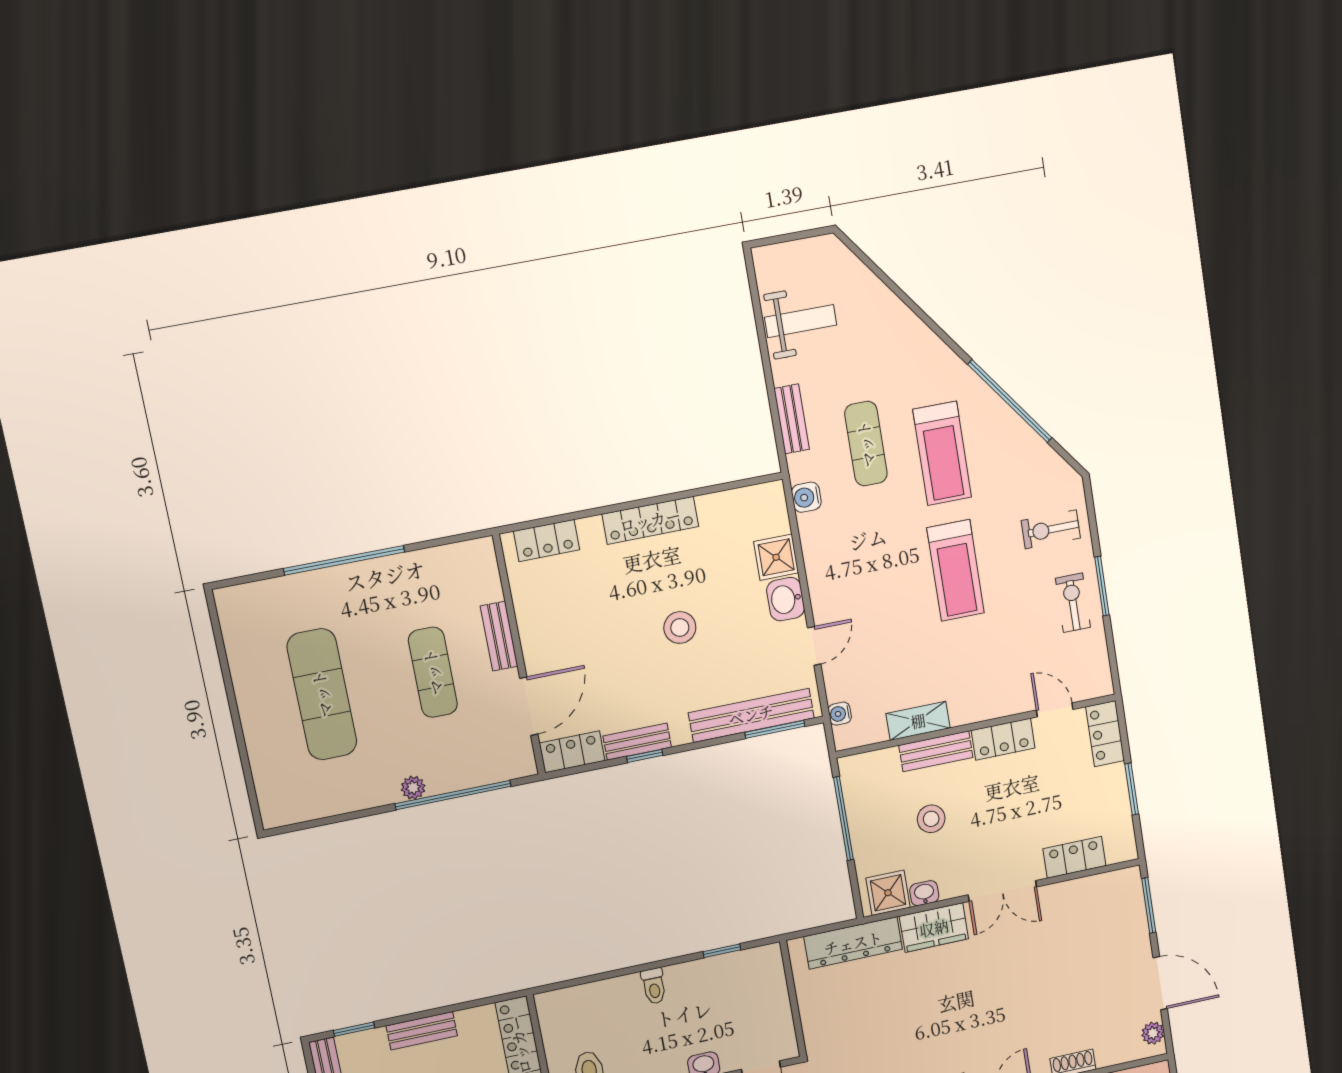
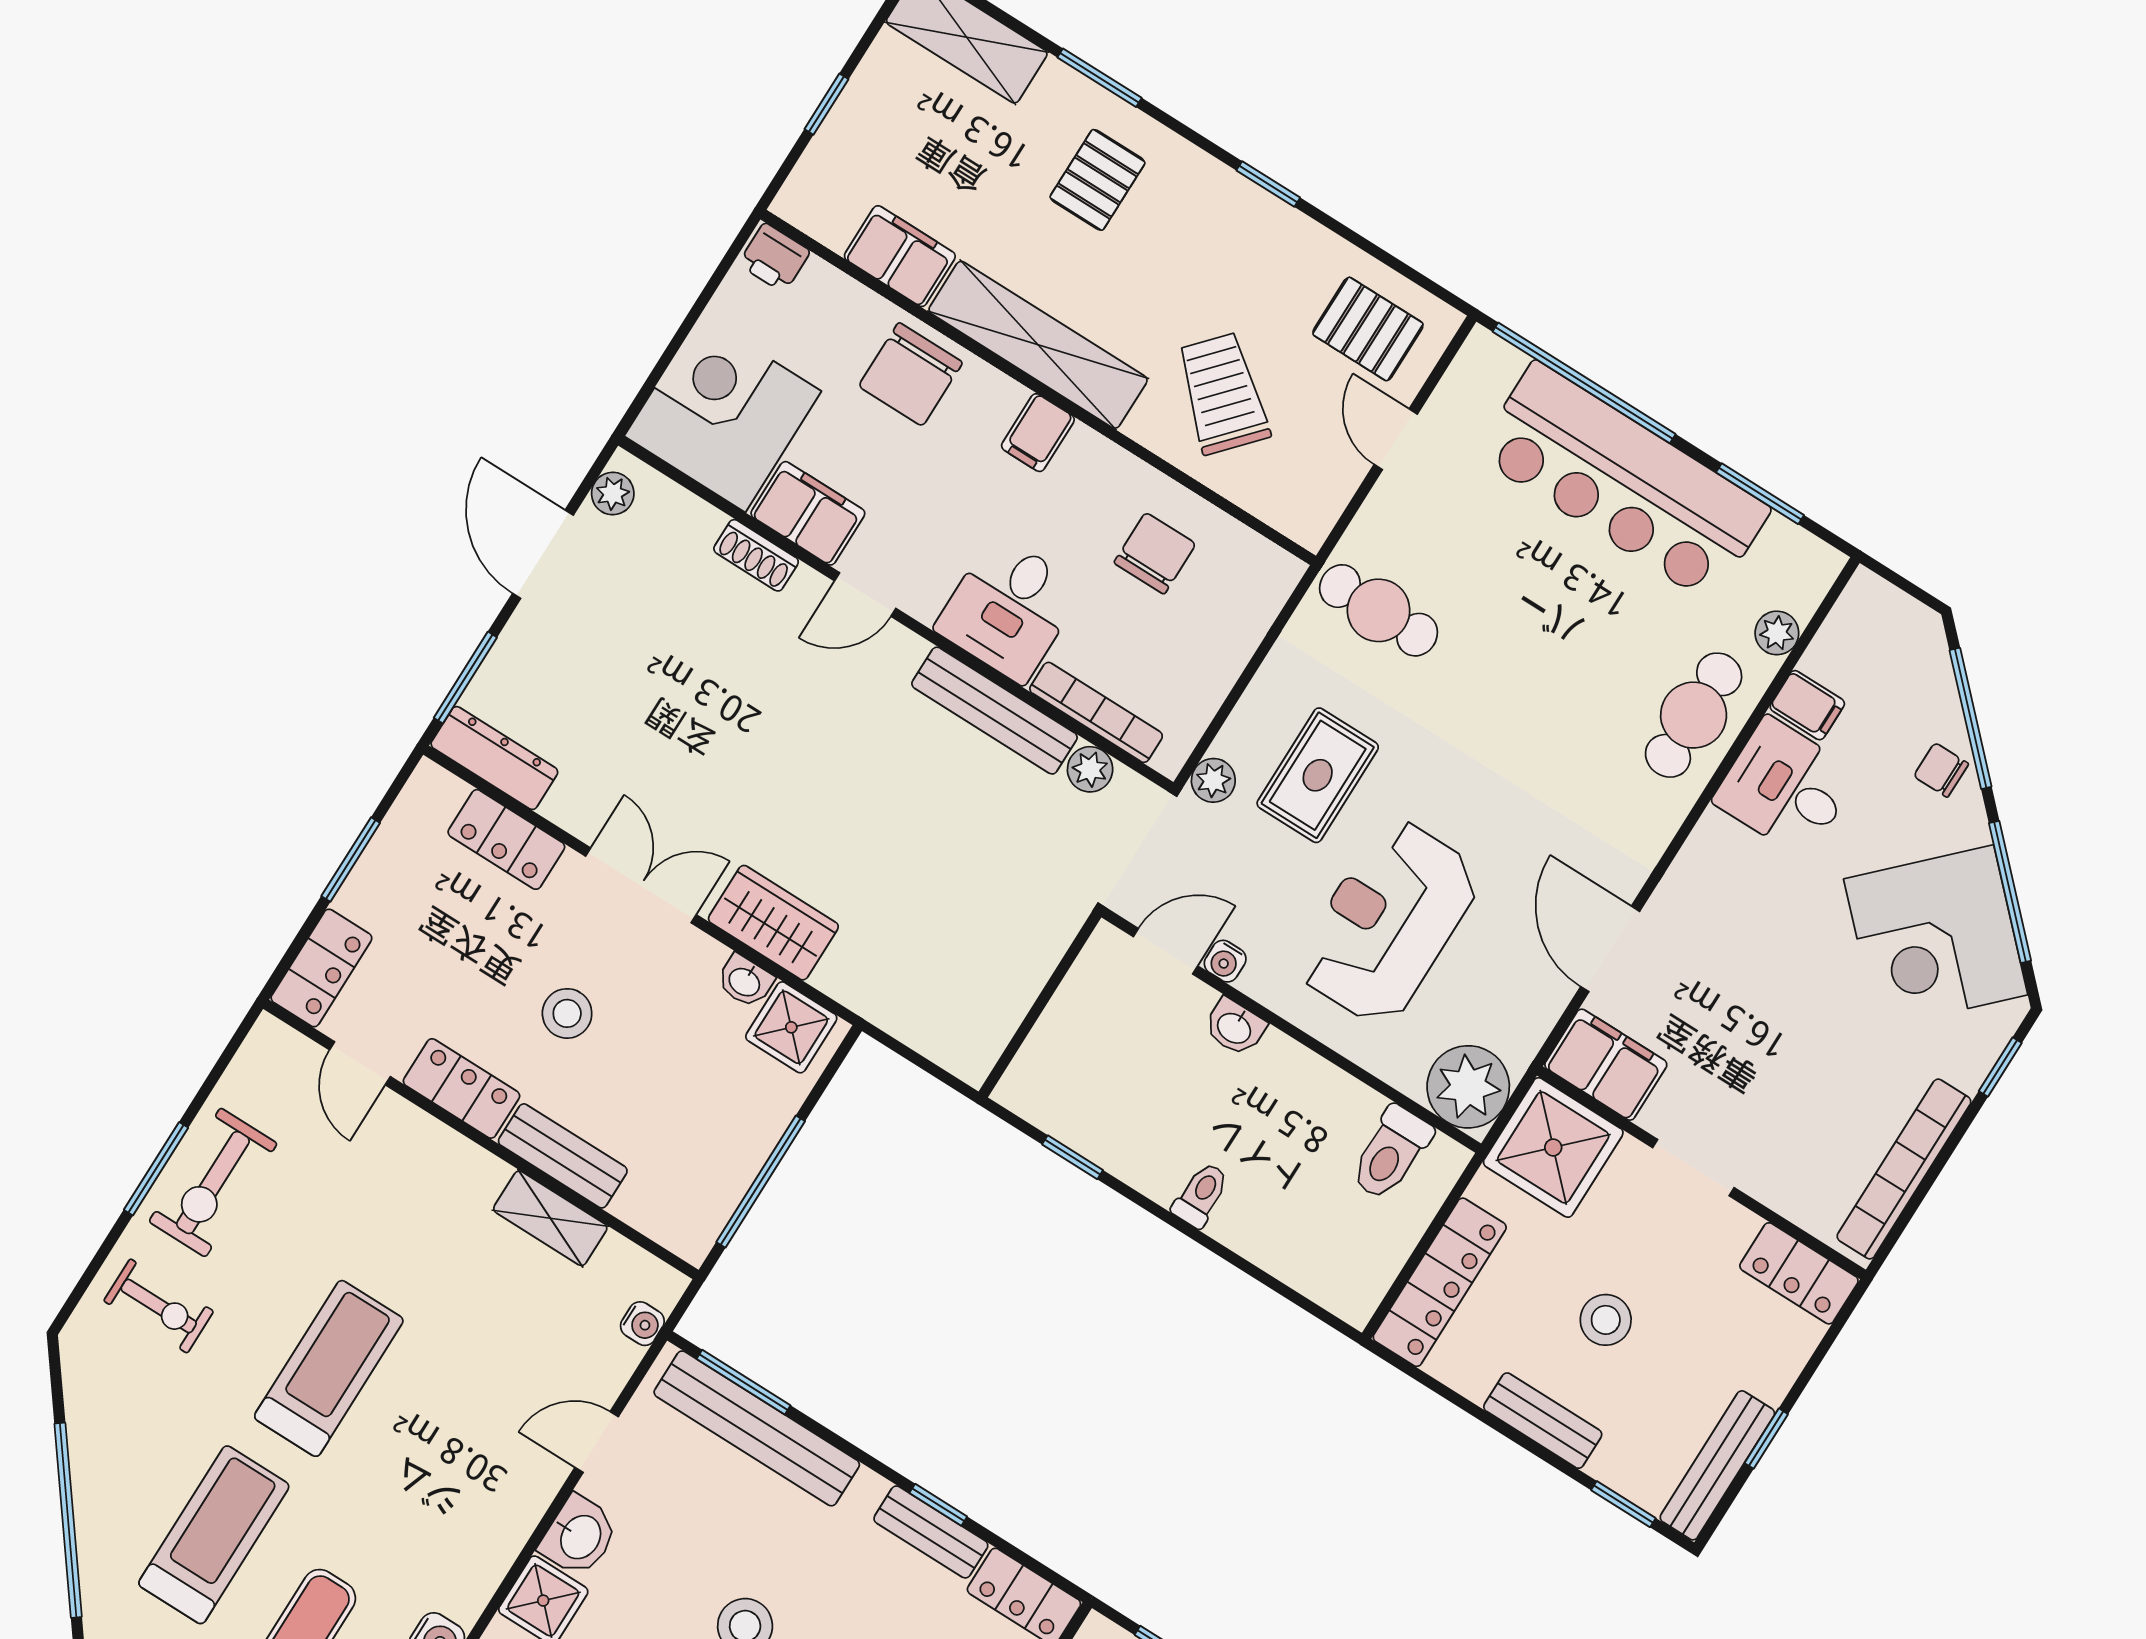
exercise bike: (1073, 603) -> (213, 1183), width x1.38, depth x1.39
stool: (931, 819) -> (567, 1013), moved
dresser: (853, 943) -> (494, 758), moved, width x0.73, depth x0.80

